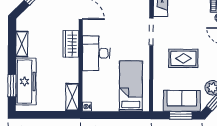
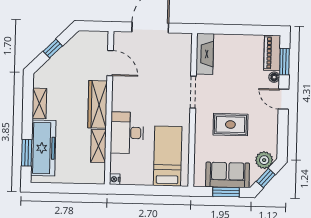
wardrobe: (71, 44) -> (98, 104), width x1.50
desk: (96, 53) -> (127, 133), moved
shelving: (72, 97) -> (98, 146), moved

